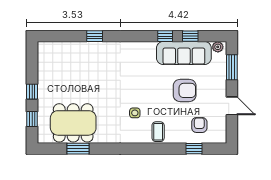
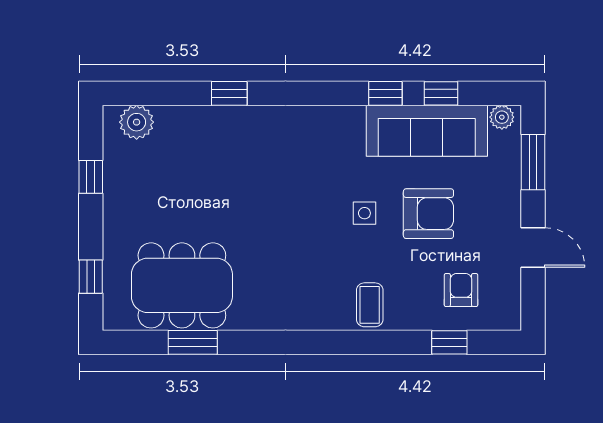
plant: (53, 49) -> (137, 122), added
window: (32, 92) -> (91, 177), moved
side table: (135, 113) -> (364, 213), moved

